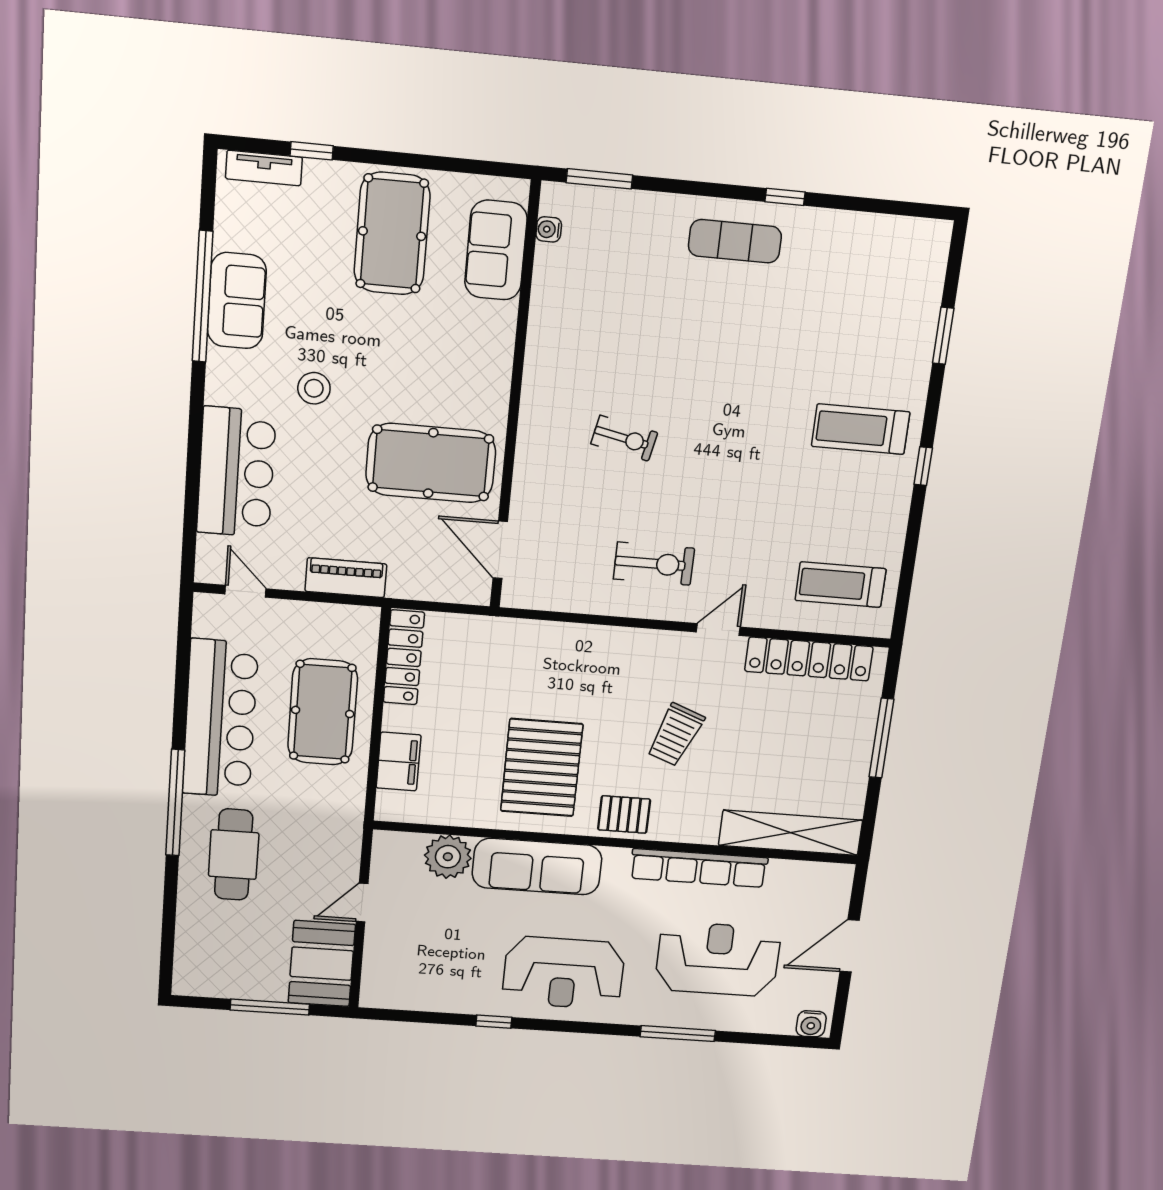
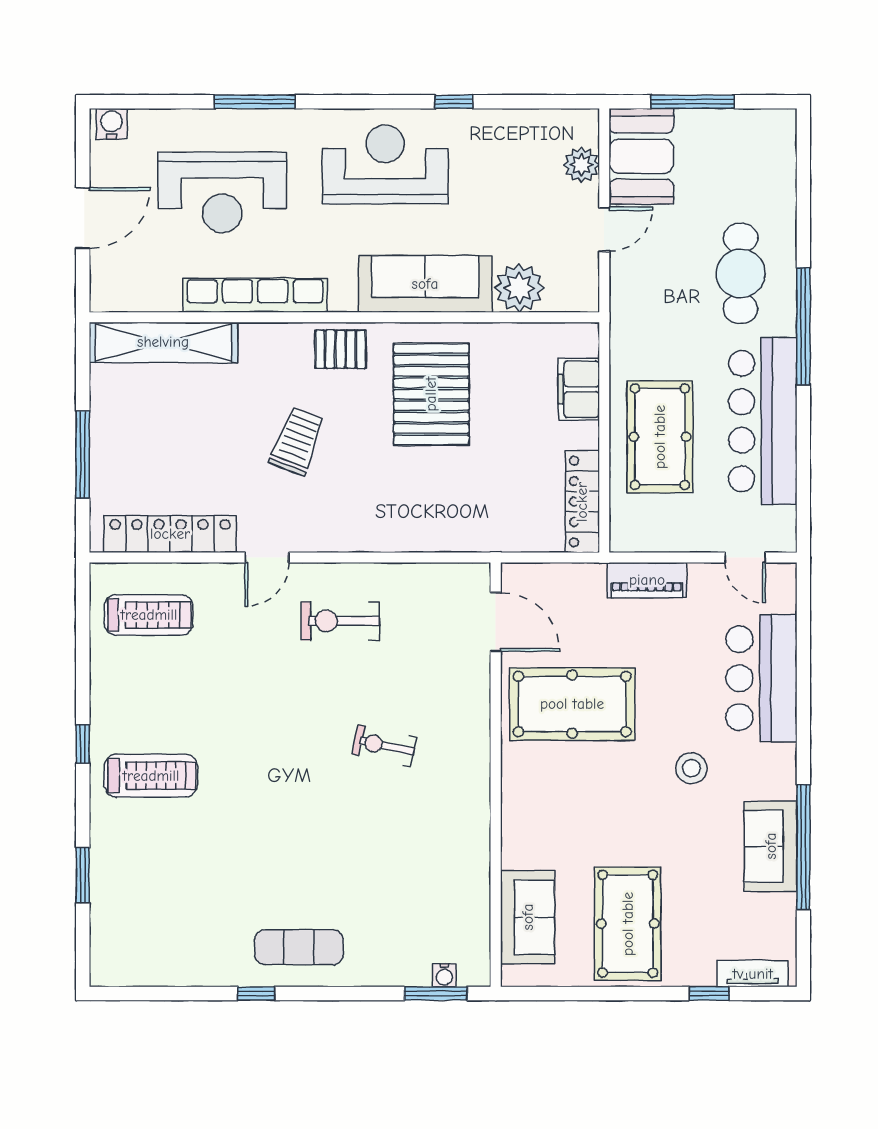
water cooler: (549, 229) -> (444, 975), moved, turned 90
plant: (379, 960) -> (581, 165), added

